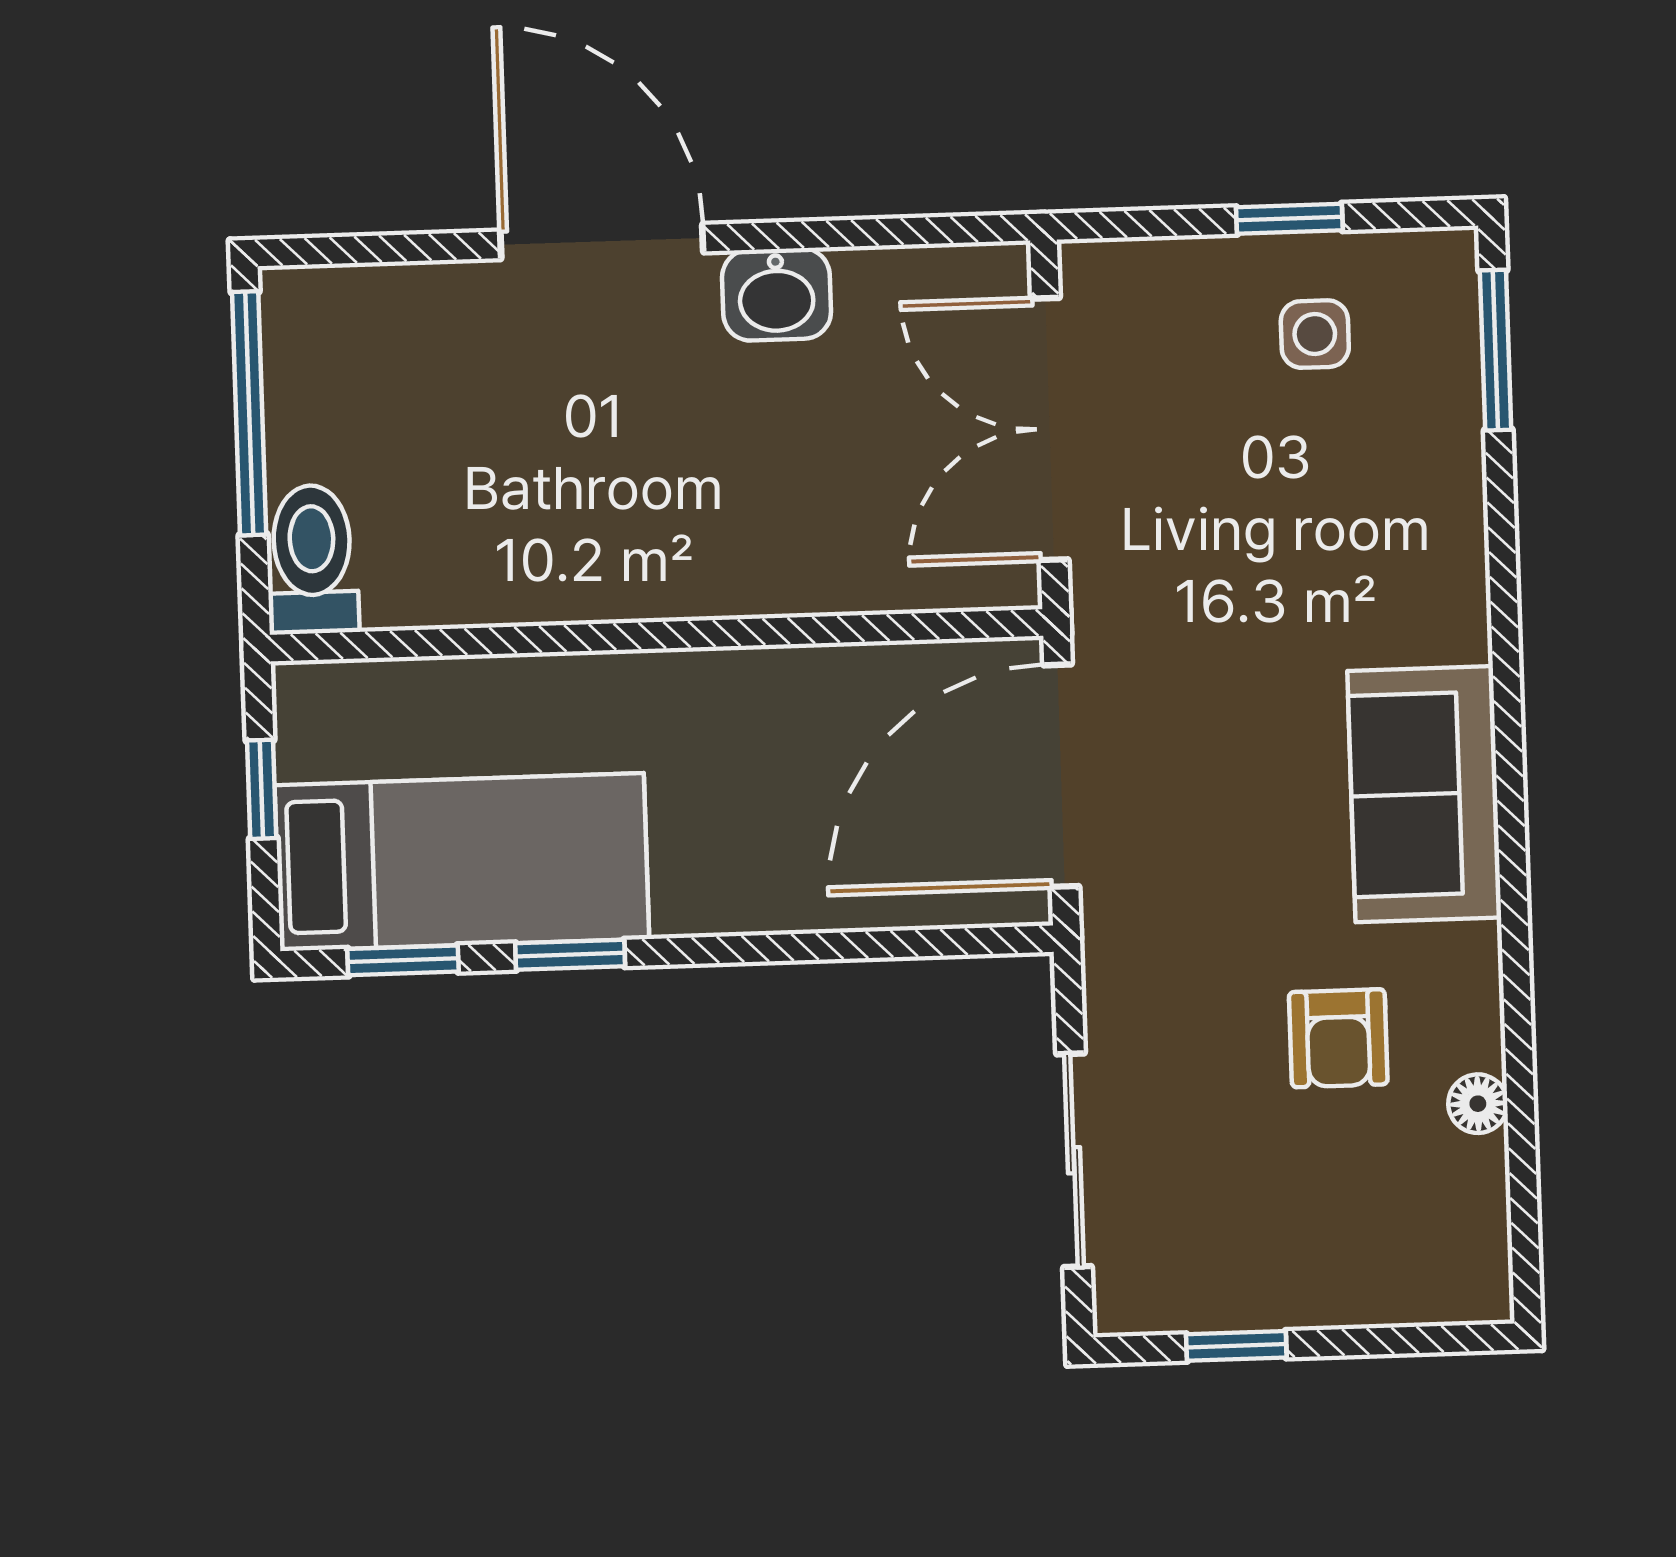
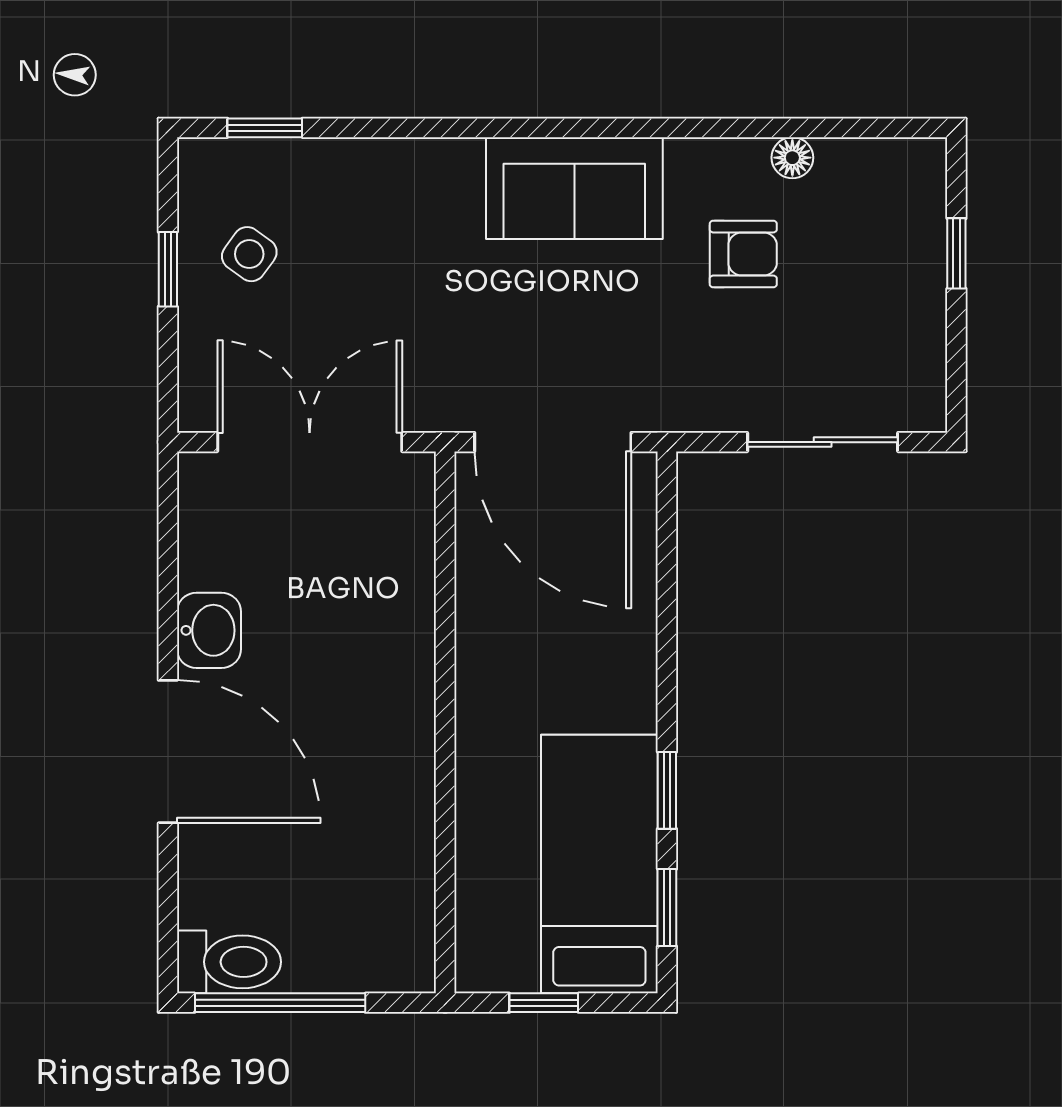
door: (602, 242) -> (168, 752), swing flipped
side table: (1315, 334) -> (249, 254), turned 36
window: (1496, 350) -> (265, 128), width x0.67
double door: (1050, 429) -> (310, 442), swing flipped
toilet: (312, 559) -> (229, 962), moved, turned 180
window: (1236, 1346) -> (956, 253), moved

